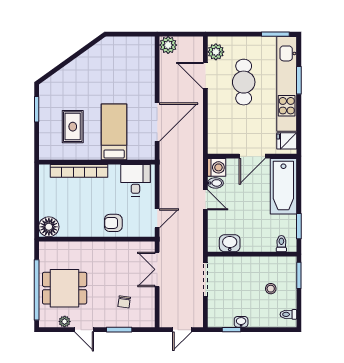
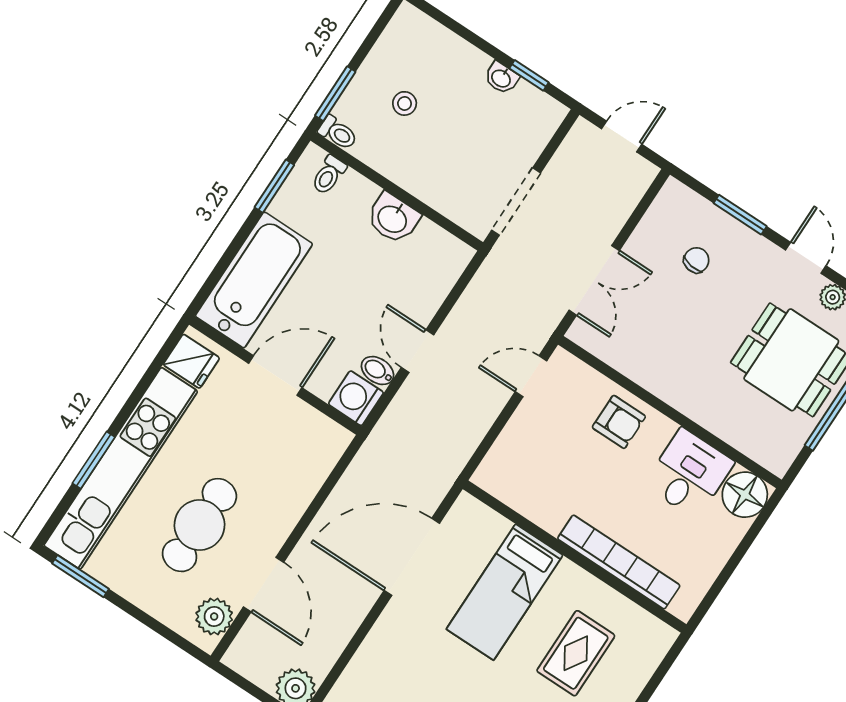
desk: (135, 180) -> (689, 473), moved, turned 180
washbasin: (230, 243) -> (393, 218), moved
toilet: (288, 314) -> (338, 133), moved

